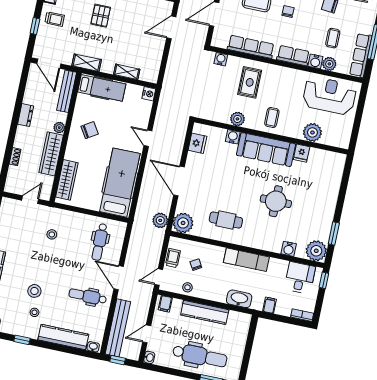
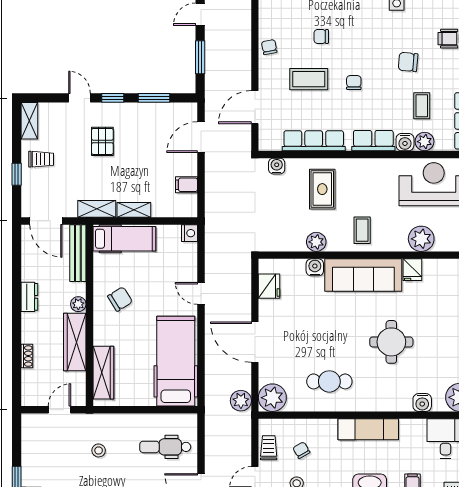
filing cabinet: (154, 59) -> (186, 185), added
shelving: (127, 72) -> (134, 210), moved
dental chair: (100, 242) -> (165, 447), turned 90

